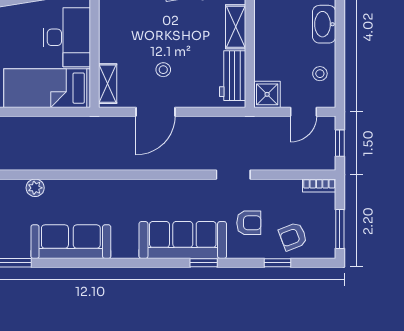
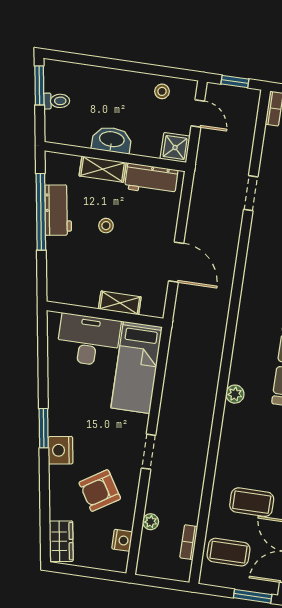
washbasin: (324, 24) -> (112, 140), moved, turned 180
stool: (163, 70) -> (106, 226), moved
shelving: (108, 84) -> (120, 303), moved

